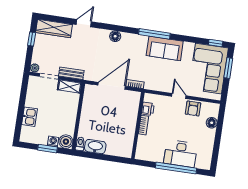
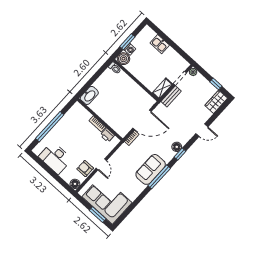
door: (84, 23) -> (202, 130), hinge flipped
wardrobe: (54, 28) -> (216, 102), width x0.67
window: (216, 43) -> (180, 154), moved
sofa: (165, 48) -> (151, 169), moved
door: (112, 86) -> (142, 120), hinge flipped
door: (179, 96) -> (101, 164), hinge flipped
floor lamp: (212, 123) -> (75, 184), moved
washbasin: (95, 147) -> (89, 95), moved
desk: (180, 154) -> (55, 158), moved, turned -90

